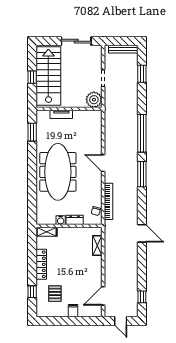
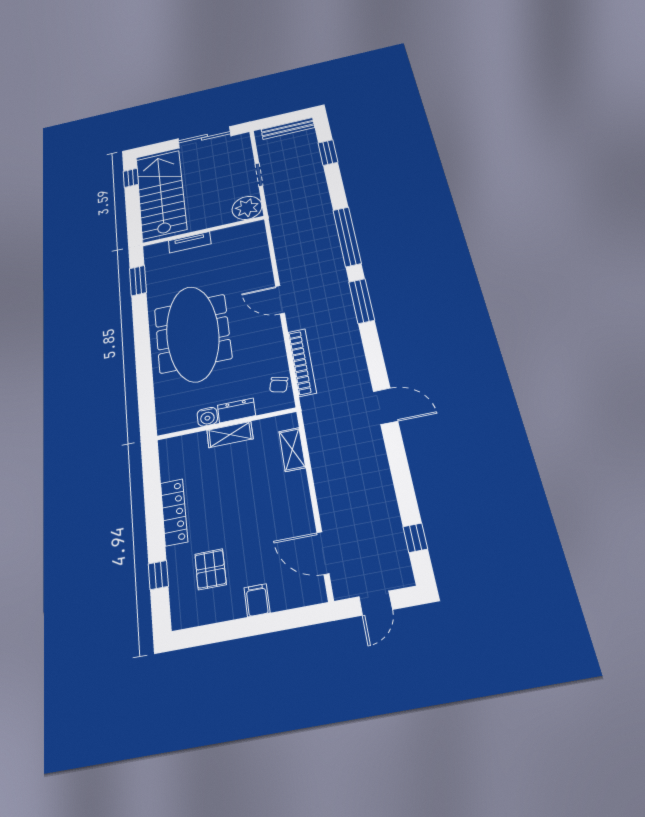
window: (32, 77) -> (131, 178), moved
shelving: (47, 232) -> (230, 435), moved
door: (103, 296) -> (323, 553), hinge flipped
door: (121, 321) -> (376, 603), hinge flipped

